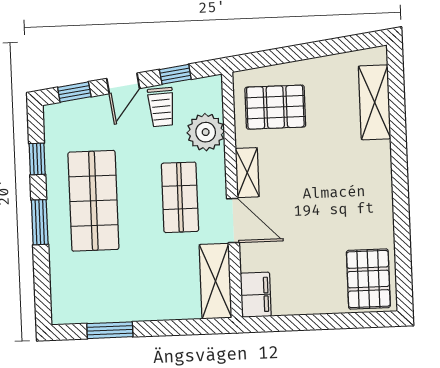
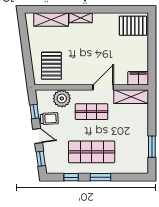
shelving: (247, 173) -> (81, 18), moved

